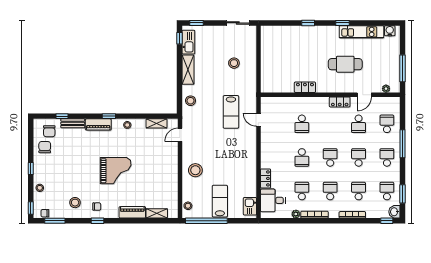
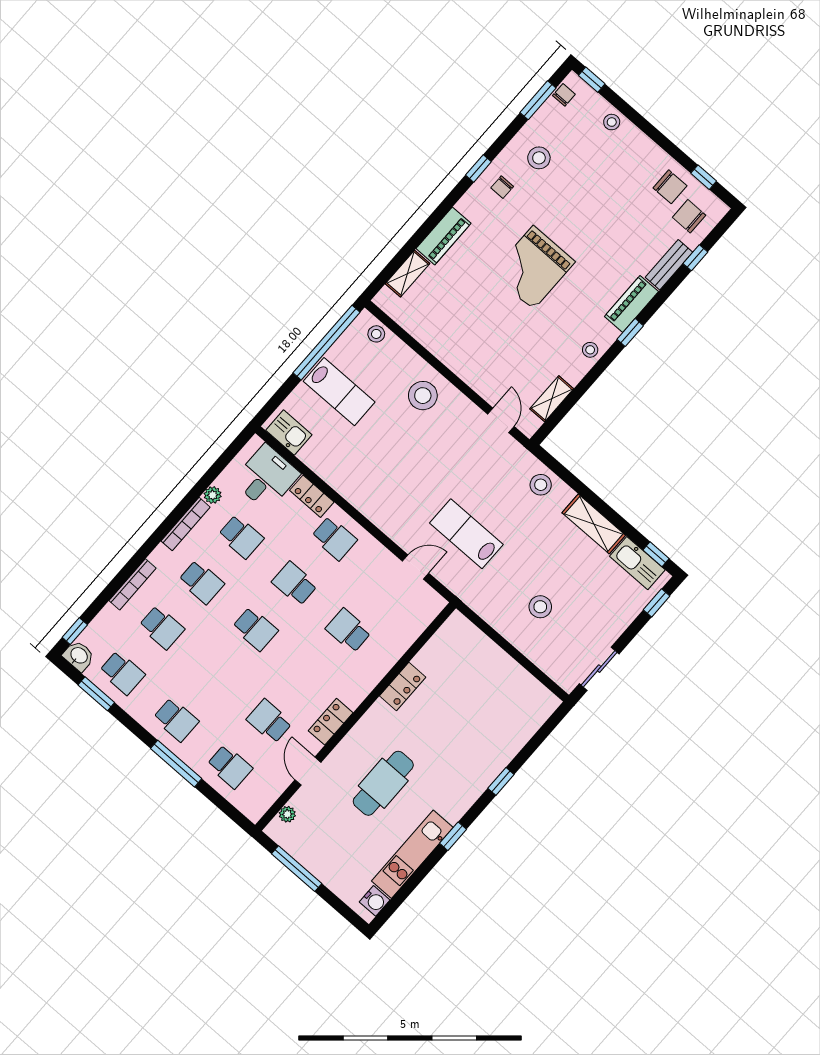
school desk: (359, 157) -> (334, 538), moved
window: (31, 168) -> (704, 177), moved

